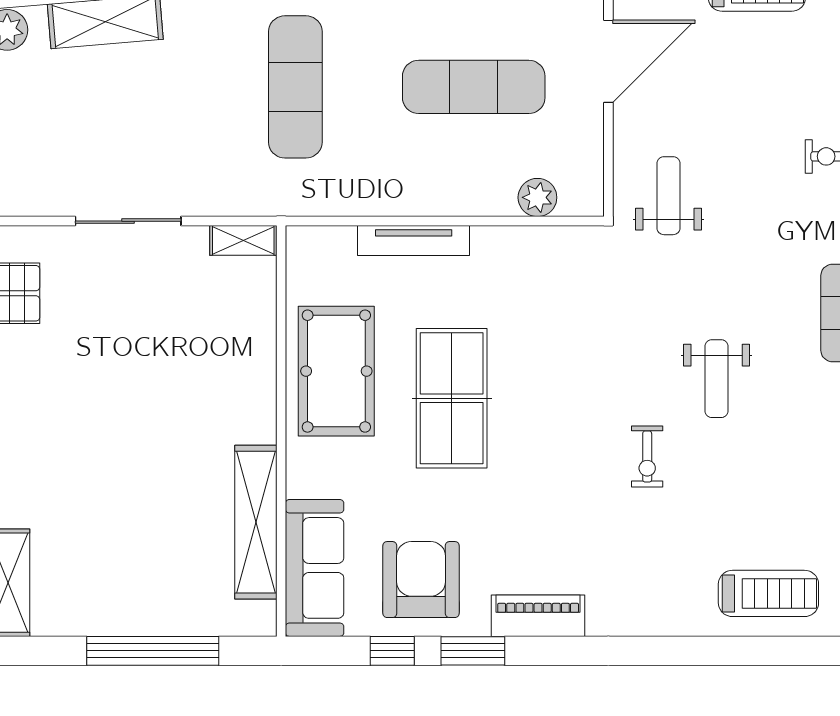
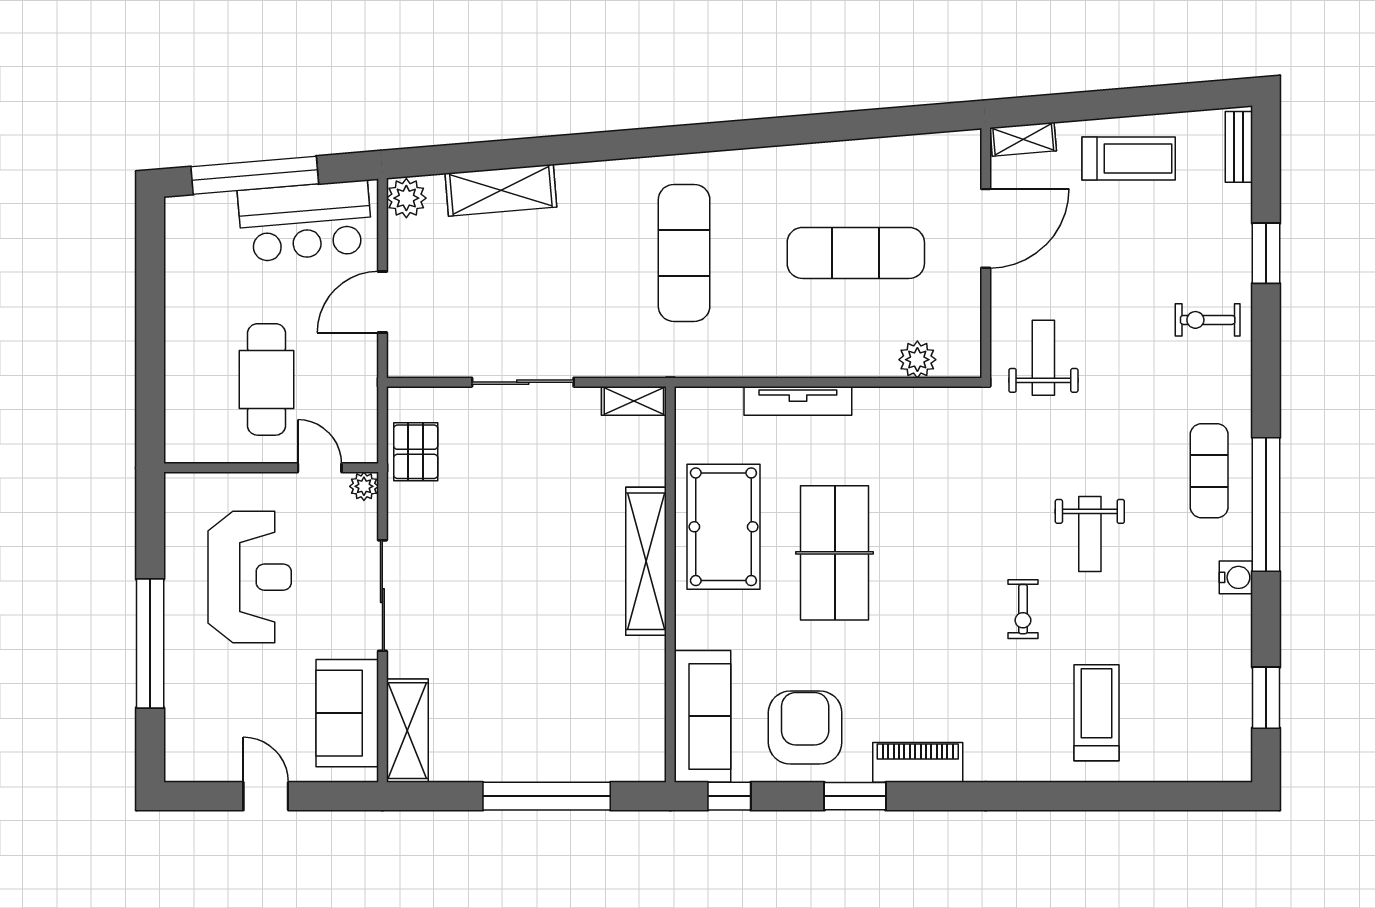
shelving: (256, 522) -> (646, 561), moved
treadmill: (768, 593) -> (1096, 713), moved, turned -90
window: (392, 651) -> (729, 796), moved

